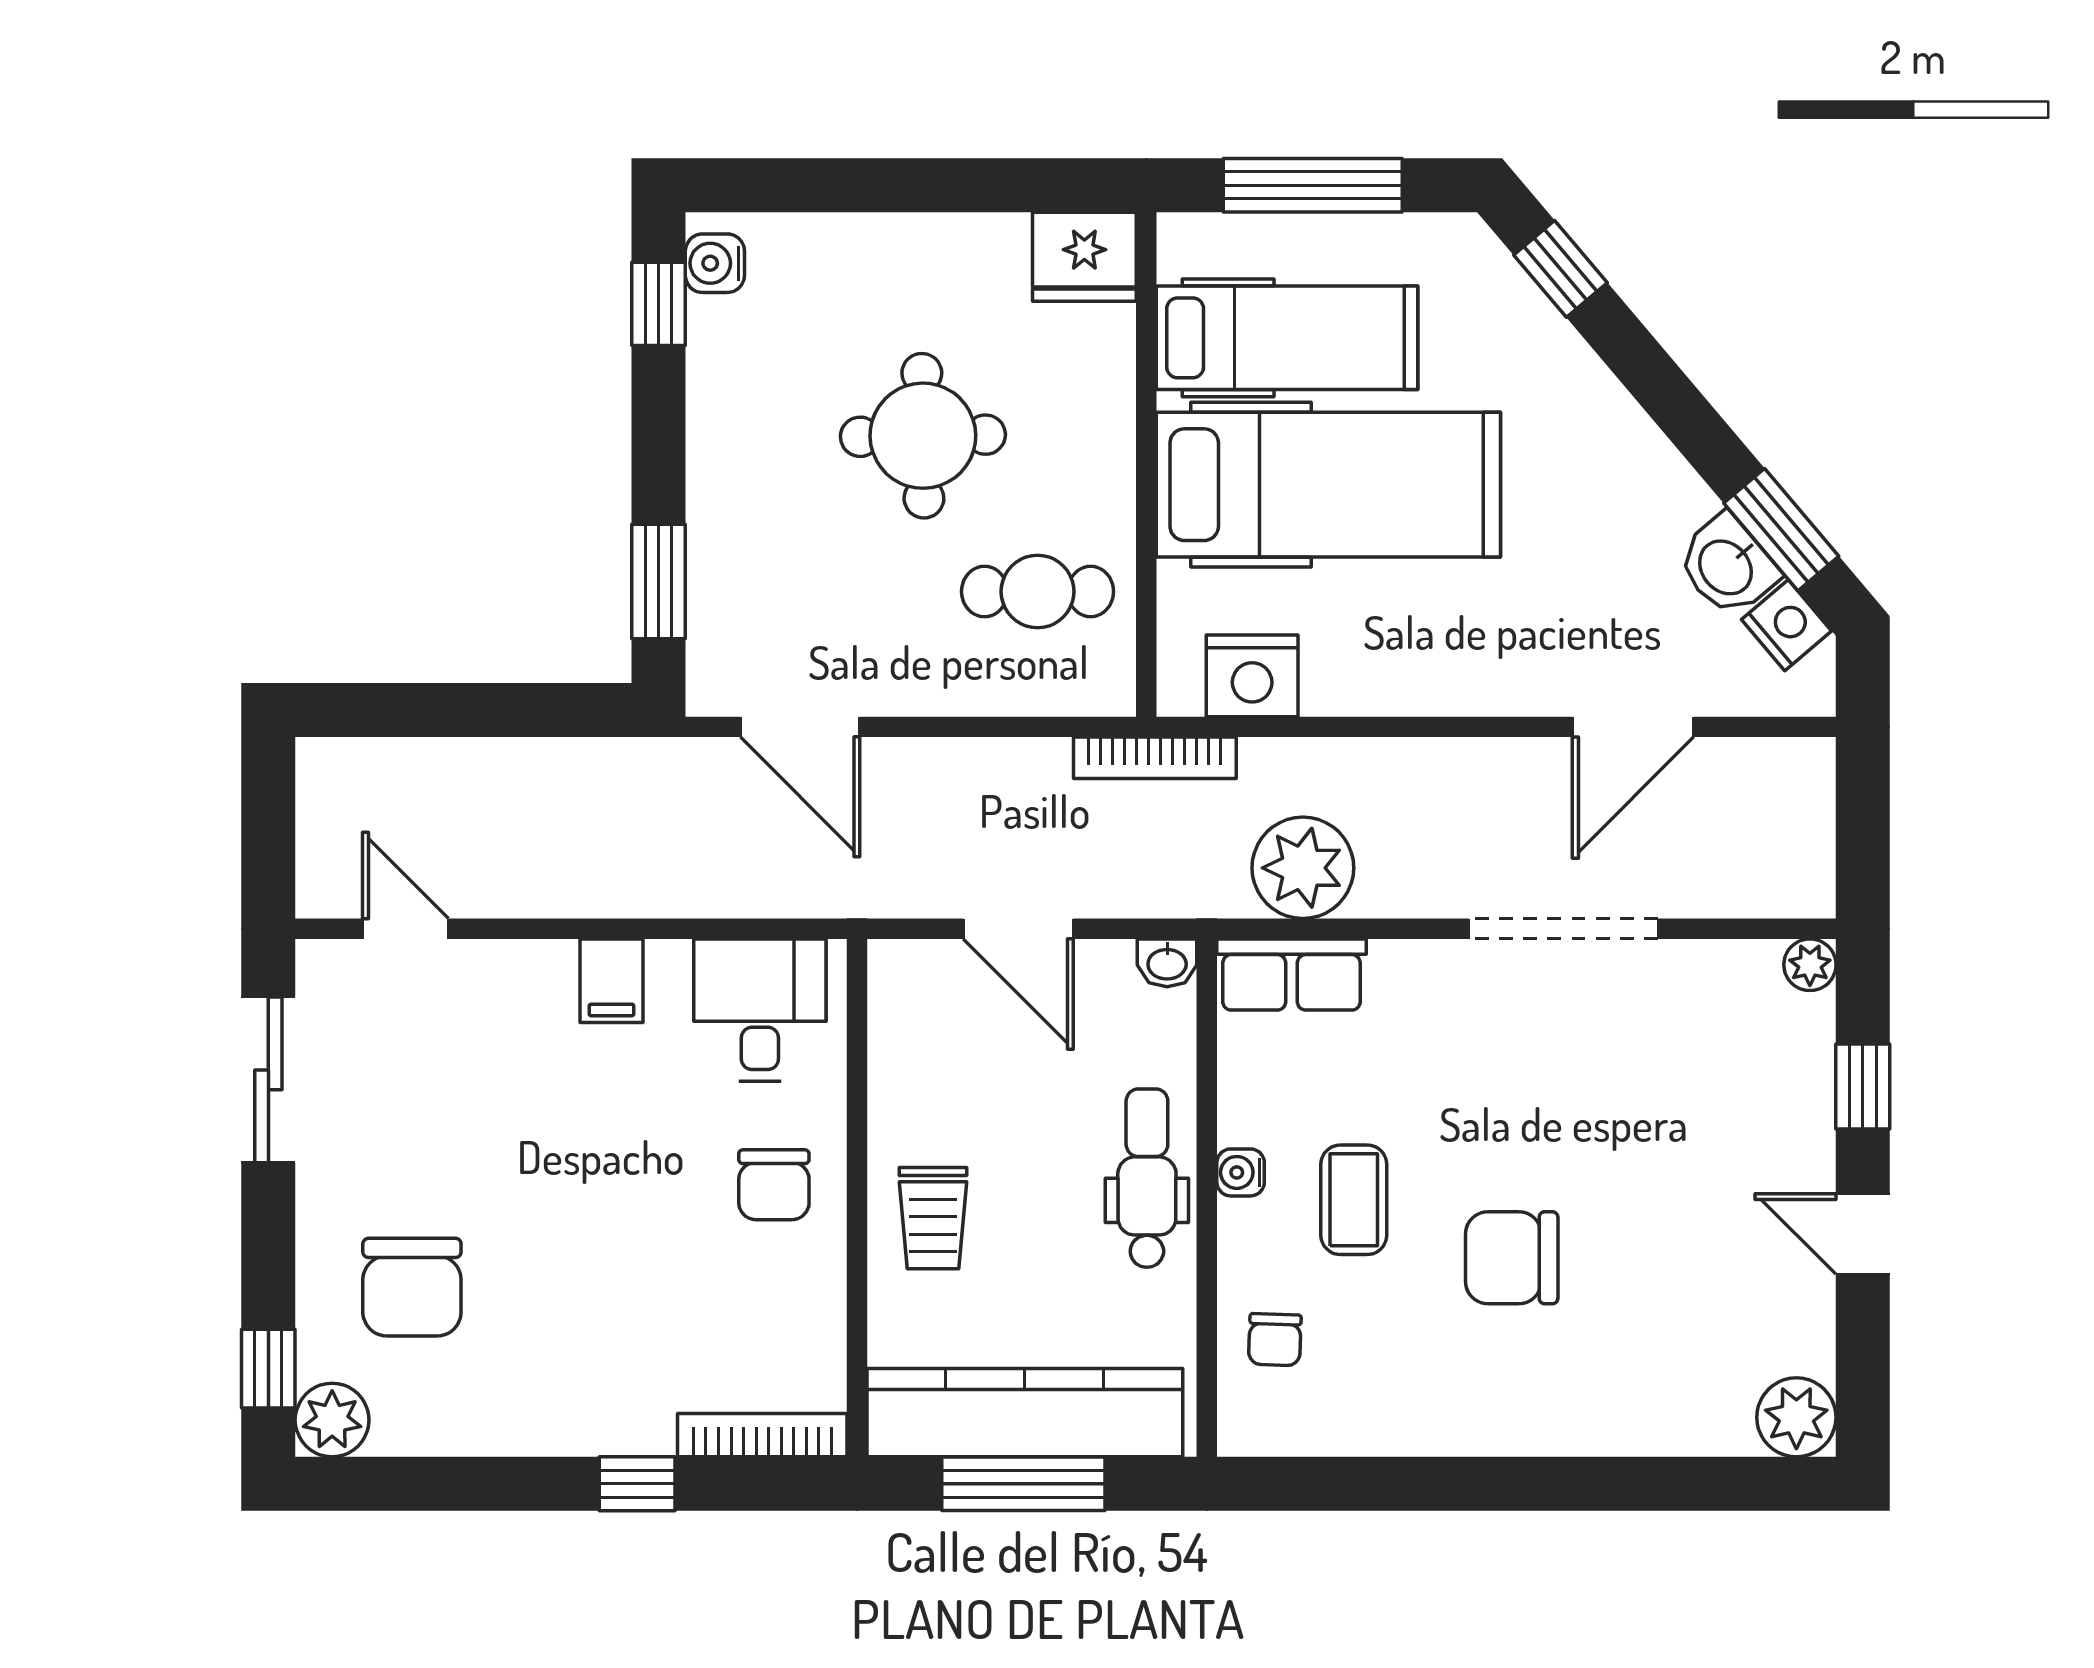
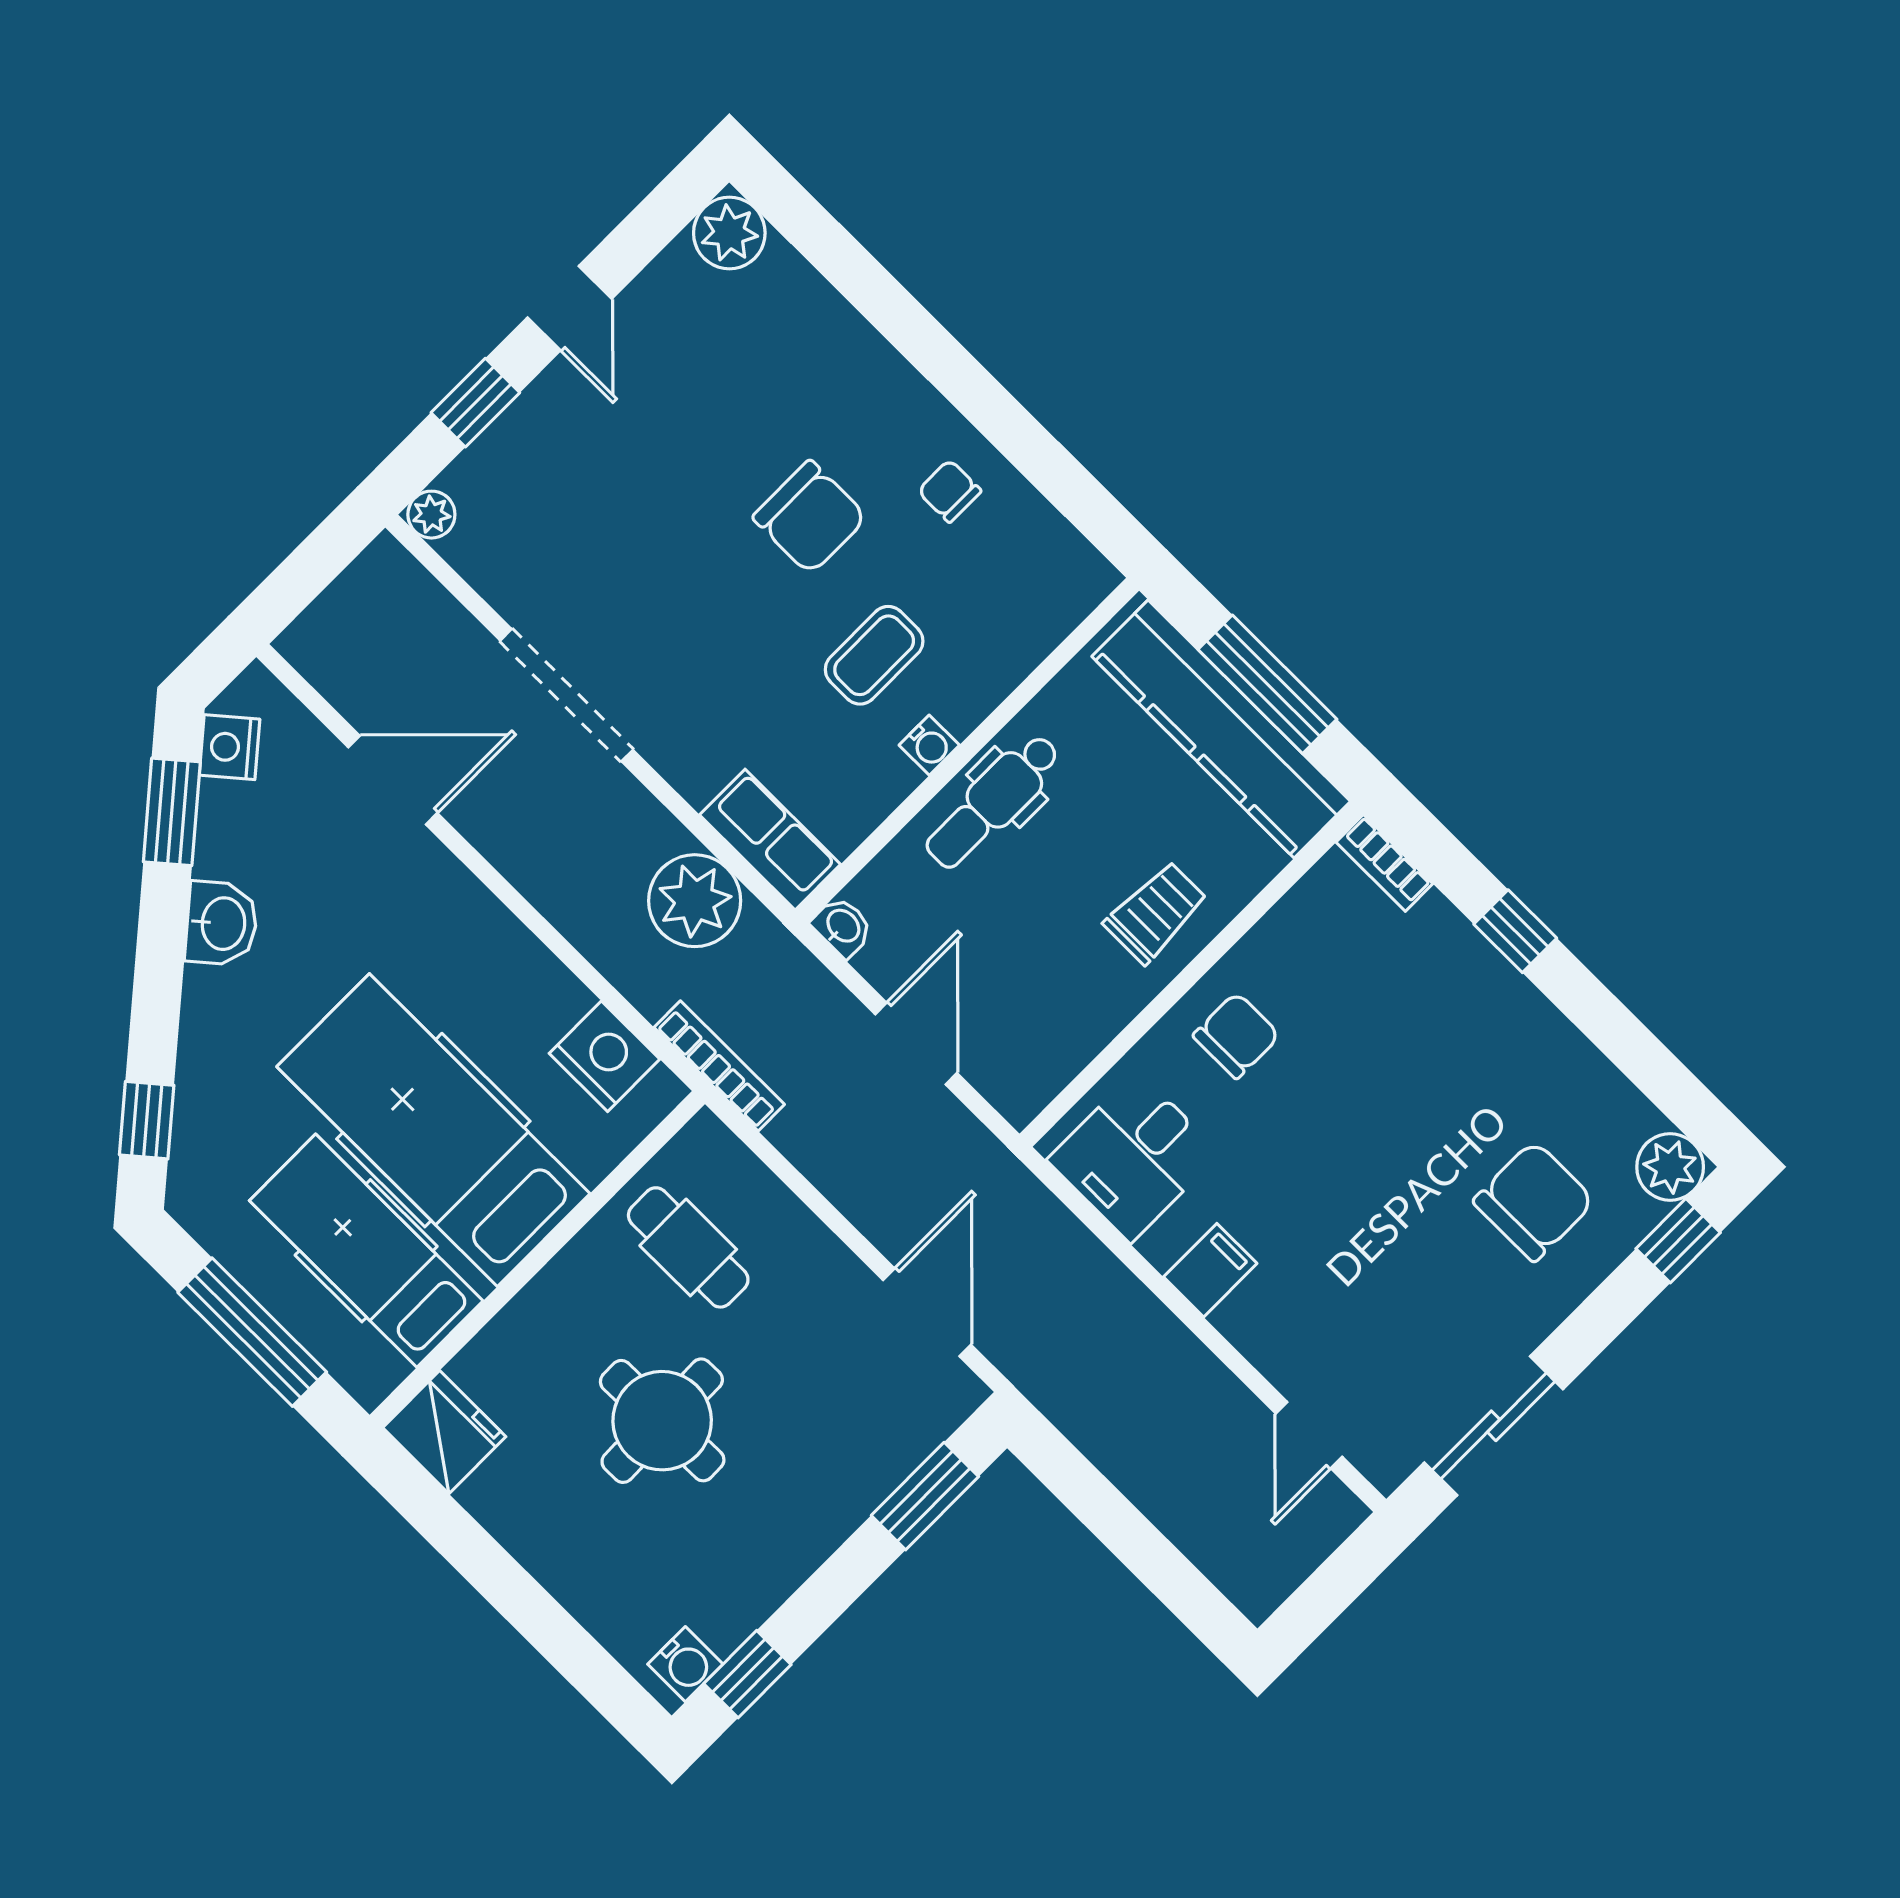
washbasin: (1727, 566) -> (221, 923), moved
chair: (1275, 1340) -> (949, 491), moved, turned -92
bookcase: (762, 1435) -> (1384, 863), width x0.64

